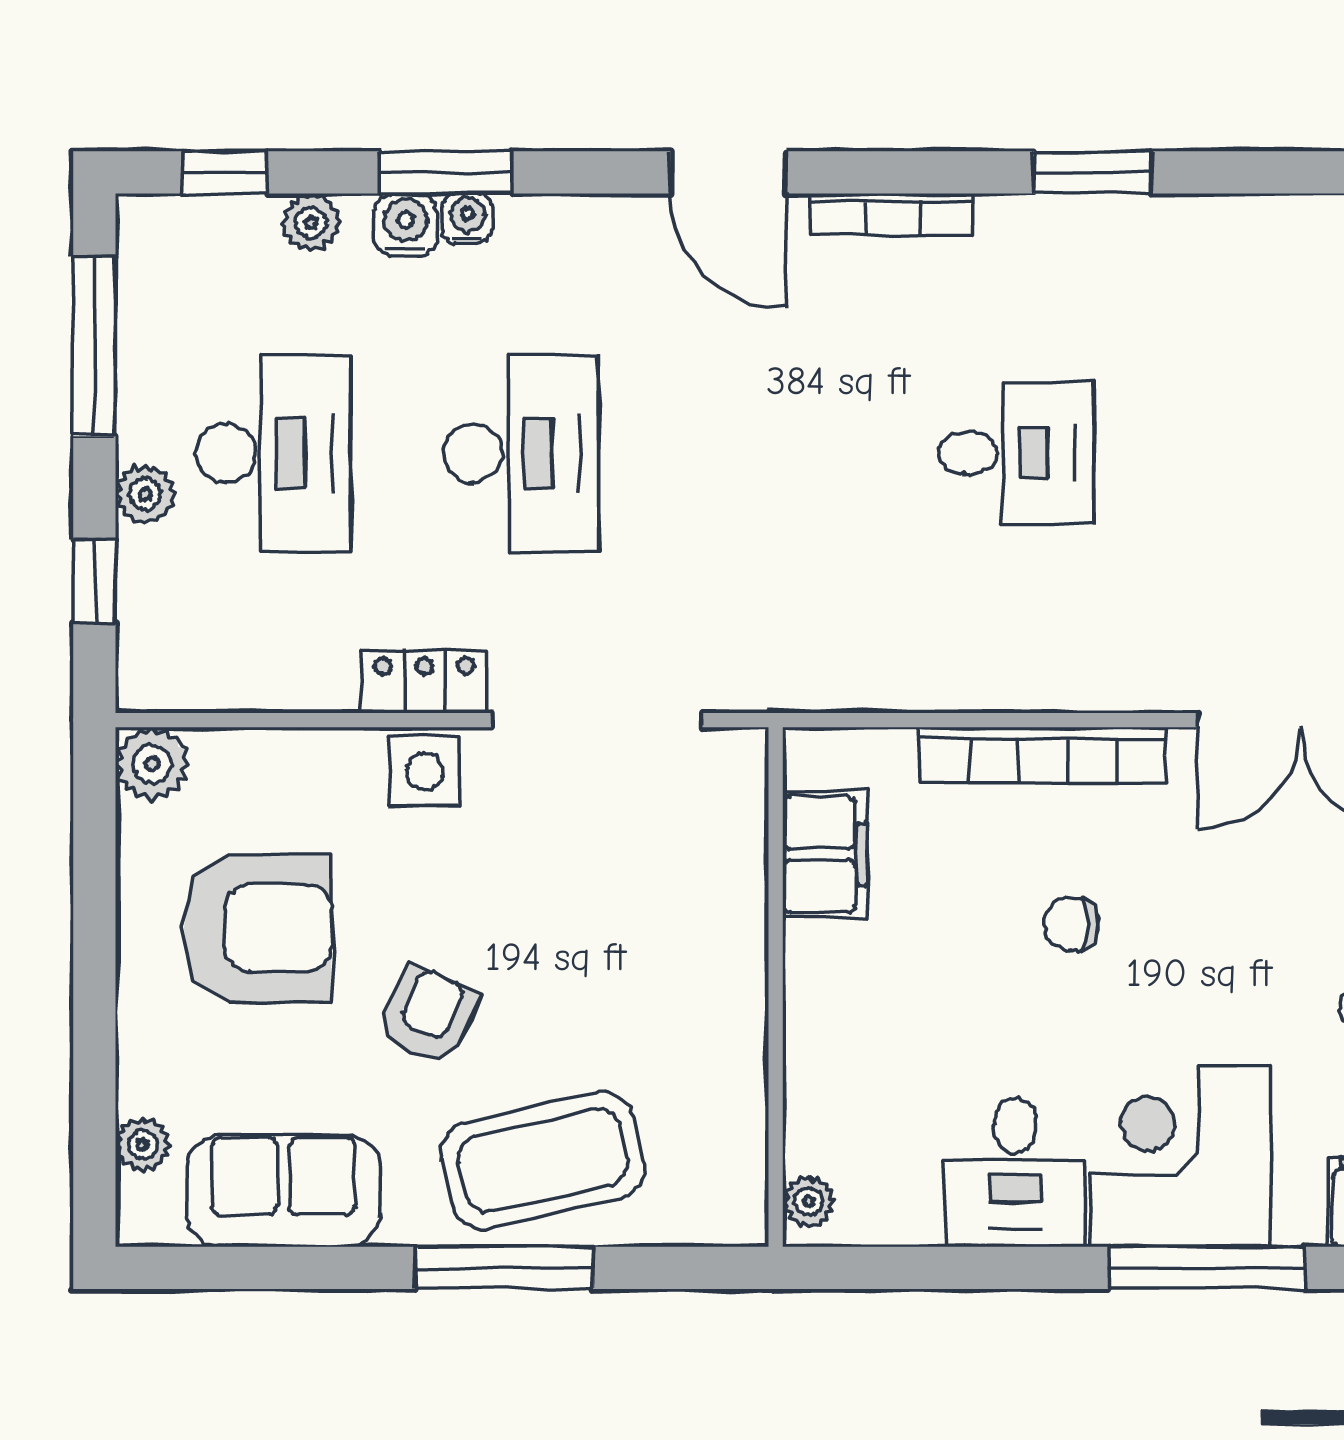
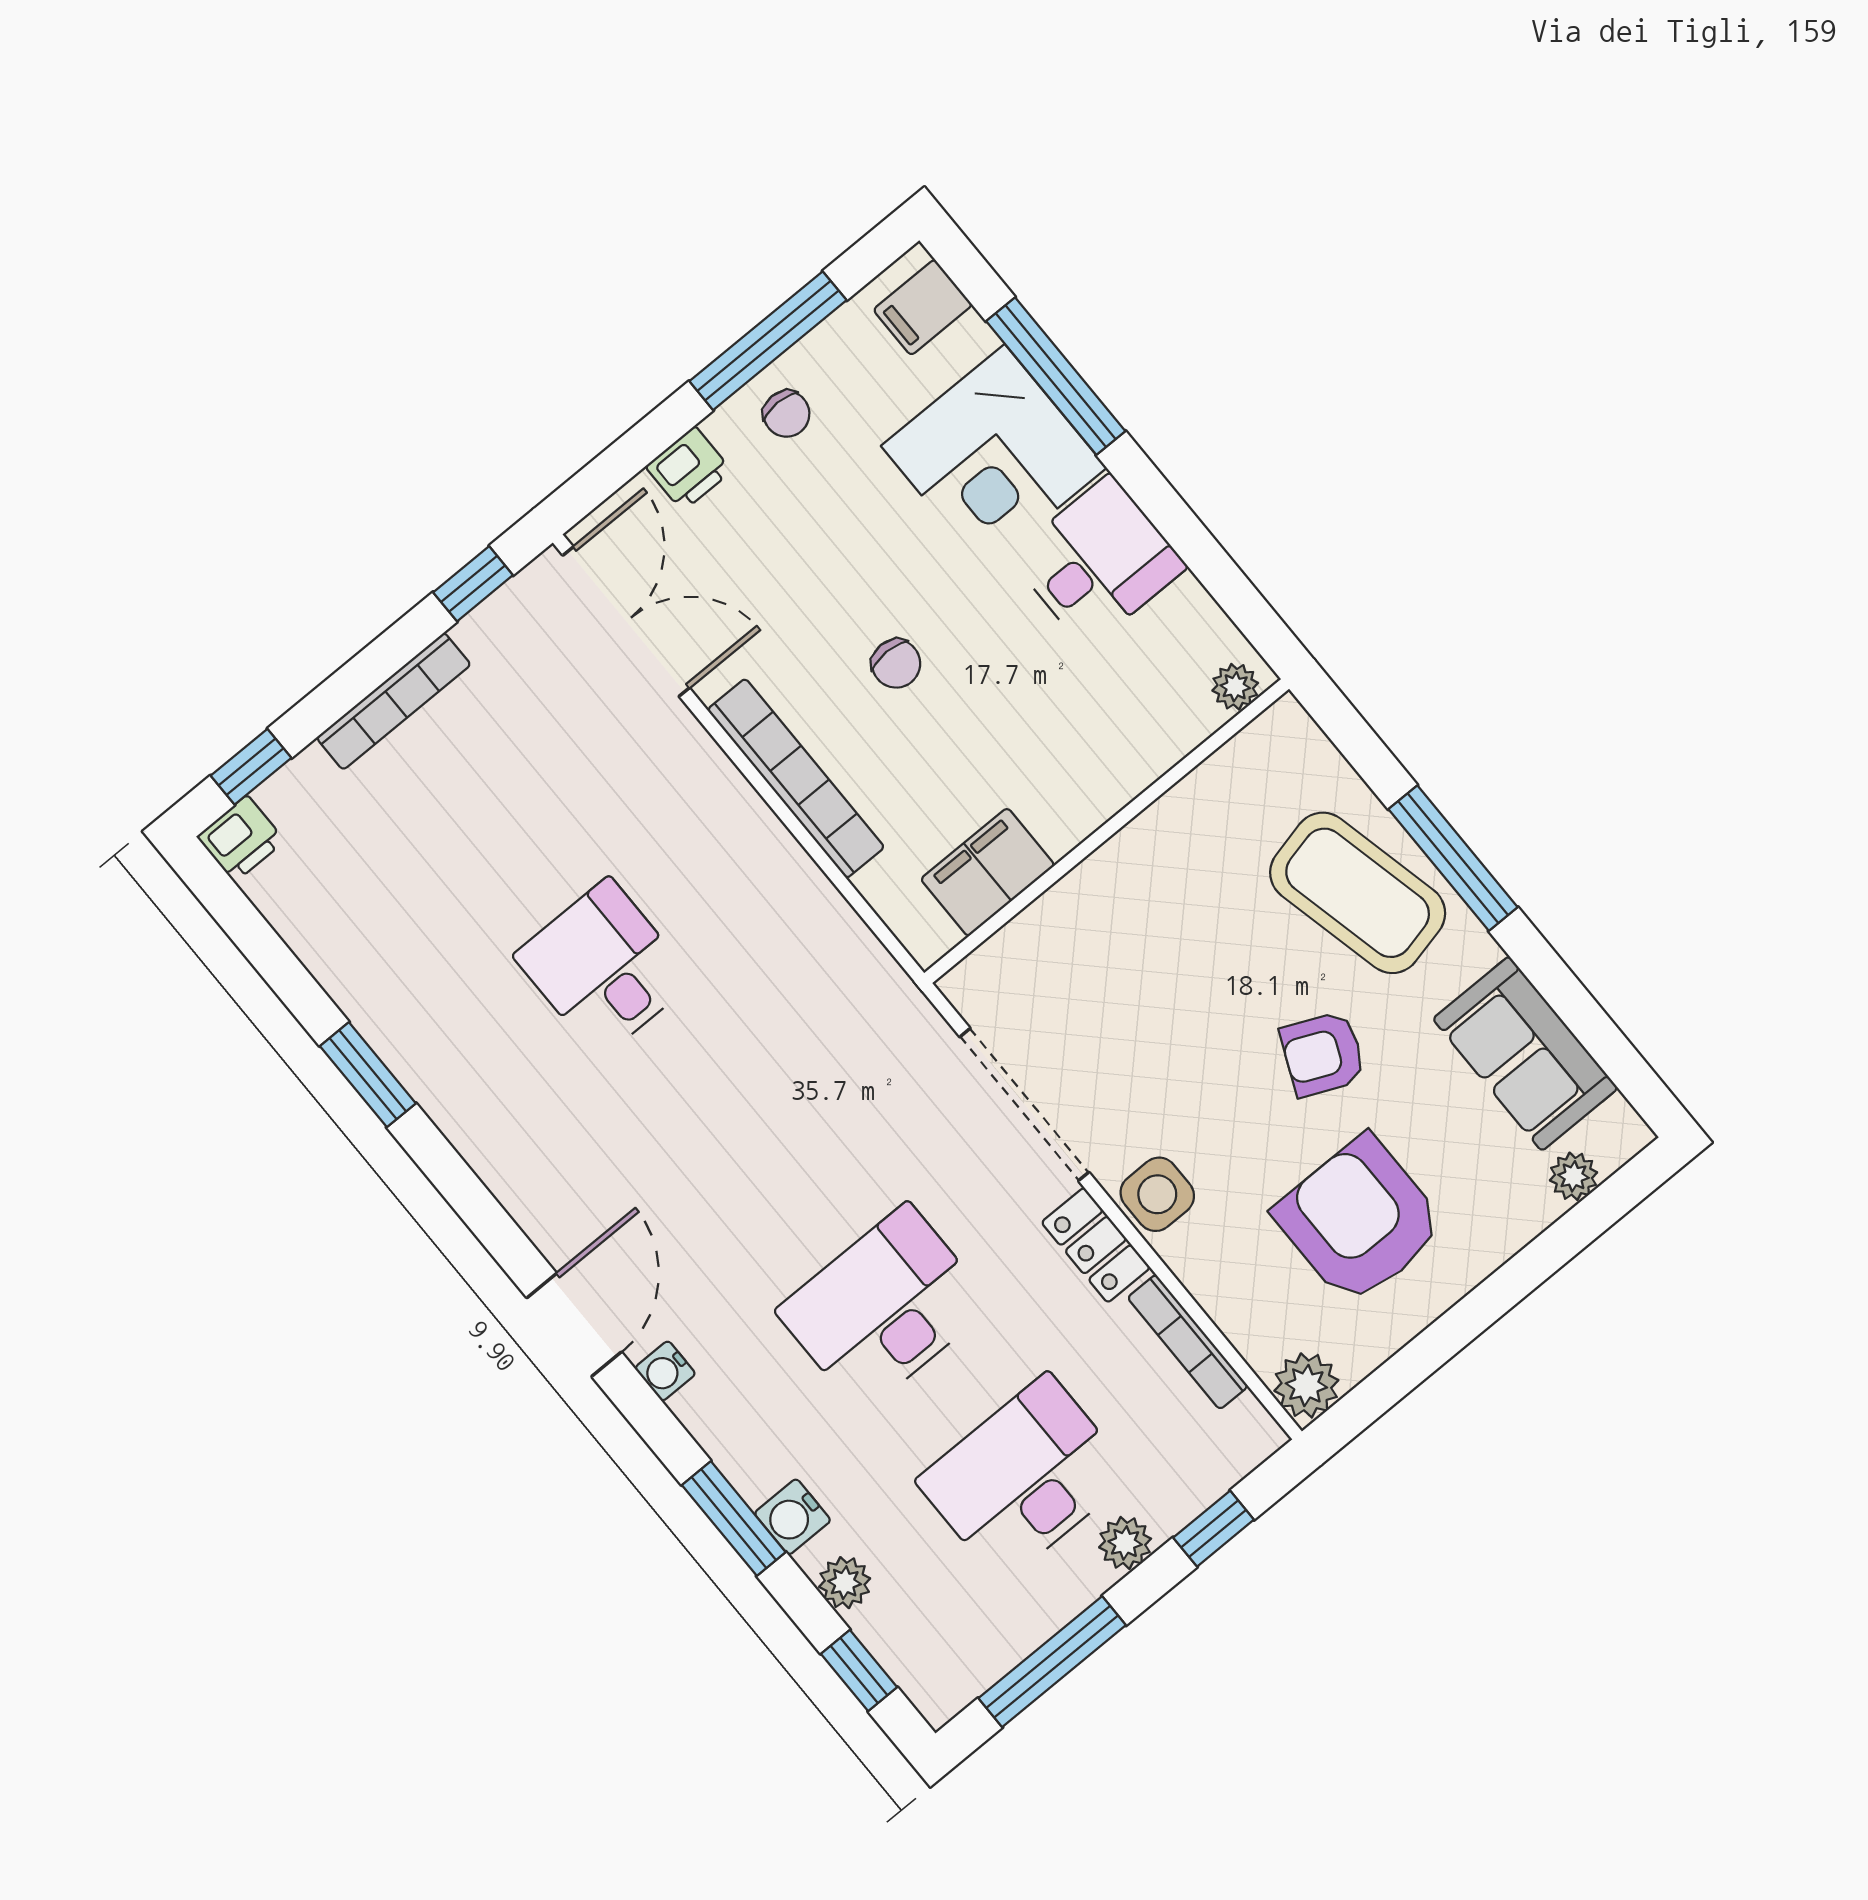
bookcase: (892, 214) -> (1188, 1342), moved, turned 180
water cooler: (467, 218) -> (665, 1371), moved

